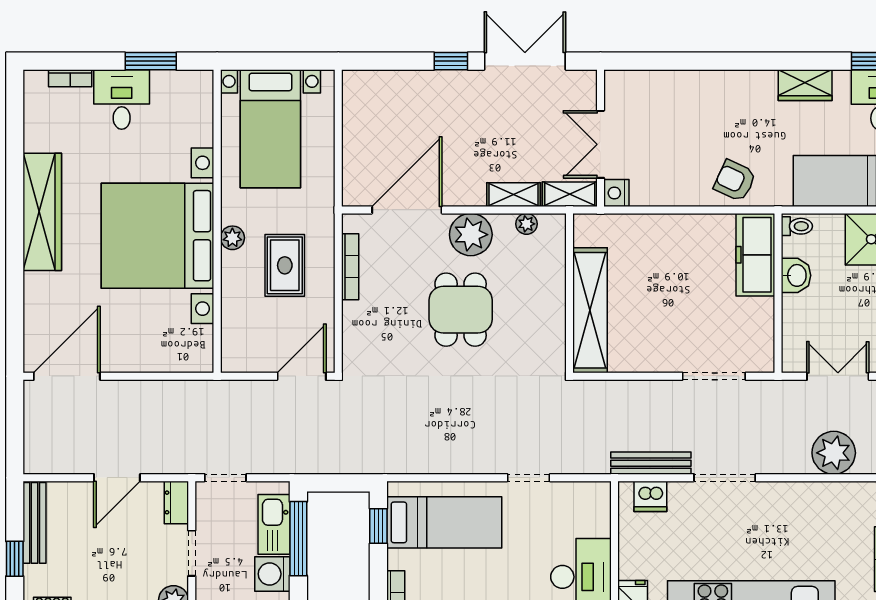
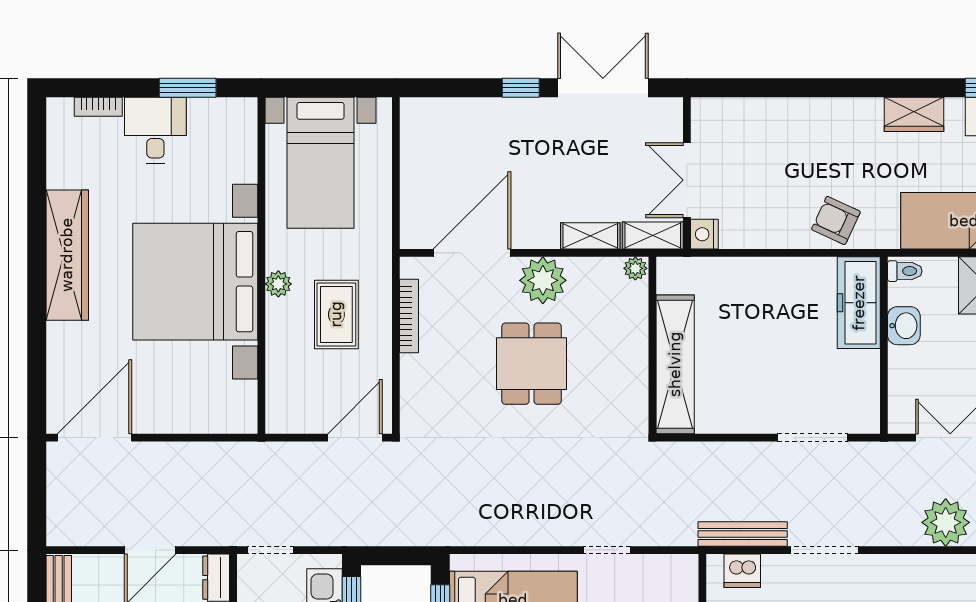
plant: (527, 224) -> (635, 268), moved

